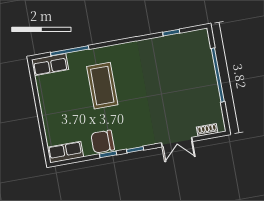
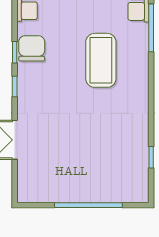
coffee table: (102, 86) -> (101, 60), turned 90
shoe rack: (207, 130) -> (23, 180), removed

